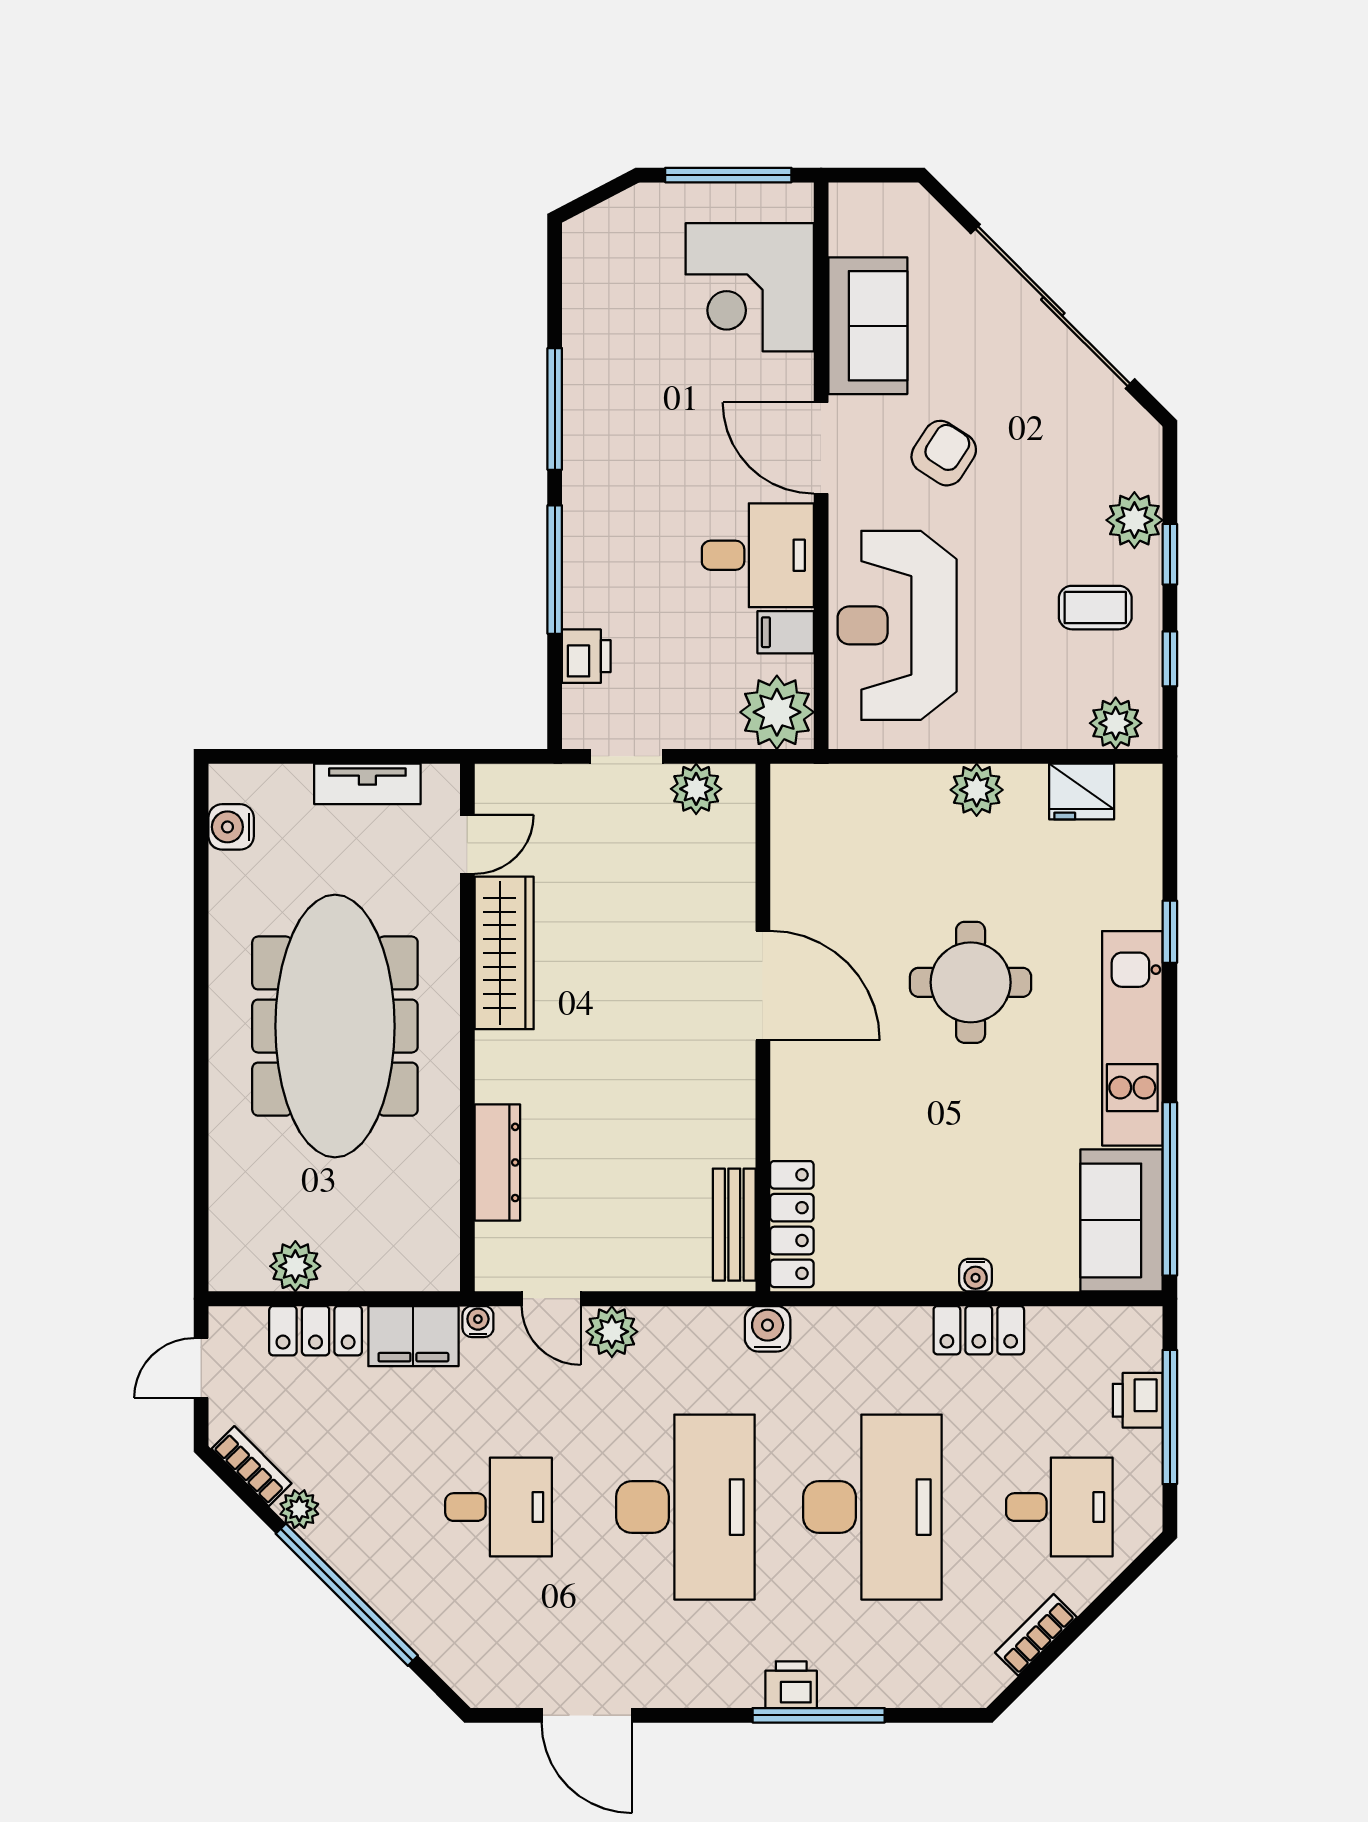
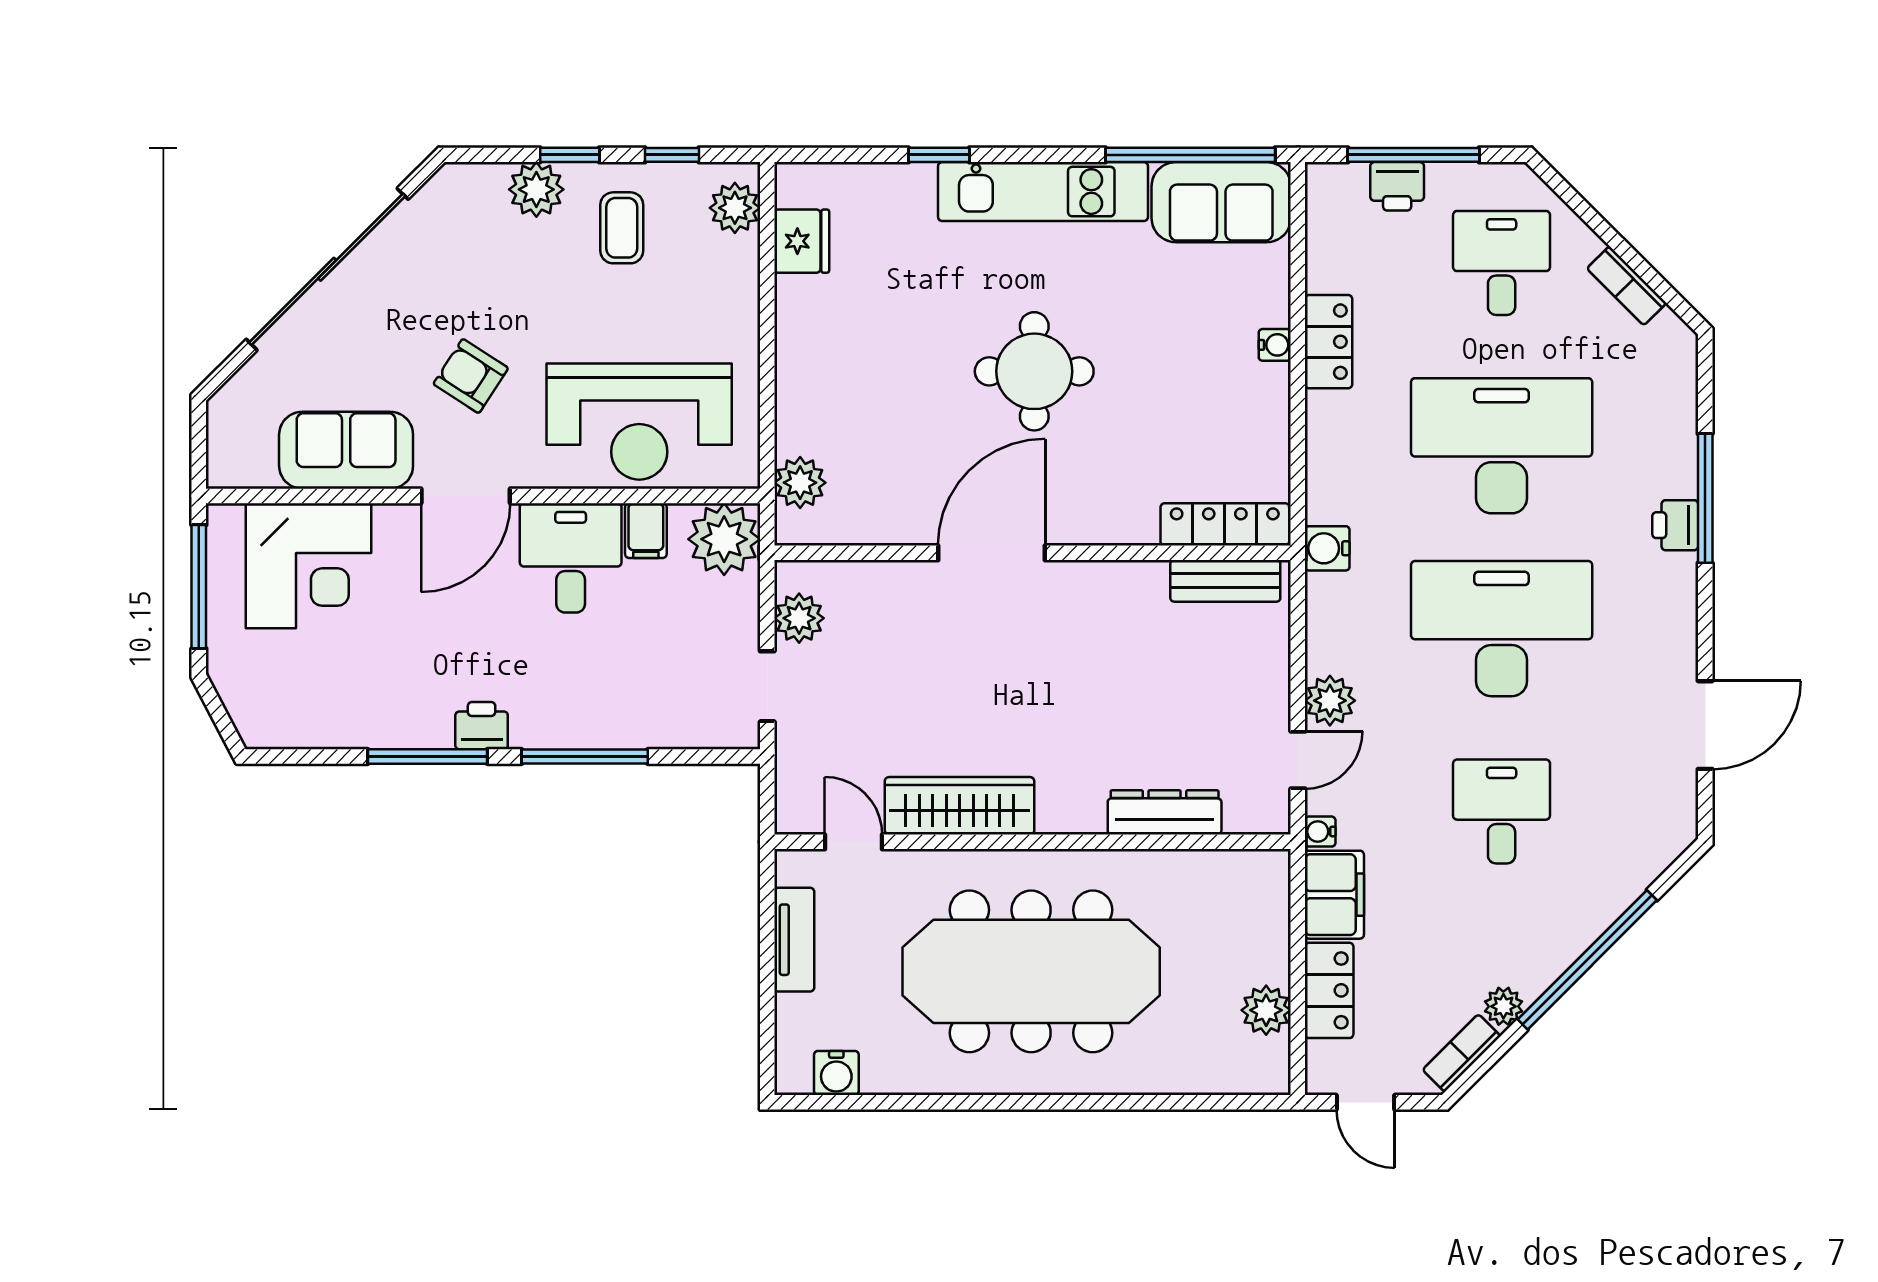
printer: (586, 656) -> (482, 726), moved
plant: (977, 790) -> (800, 483), moved
round table: (971, 982) -> (1034, 371), moved

